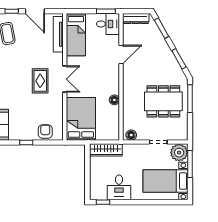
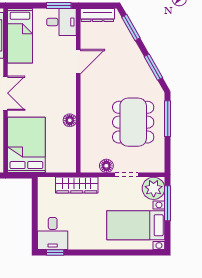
dining table: (163, 101) -> (133, 122), turned 90
floor lamp: (131, 135) -> (106, 166), moved
wardrobe: (106, 150) -> (77, 185), moved
desk: (119, 187) -> (53, 233), moved

